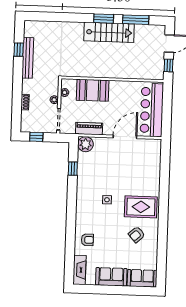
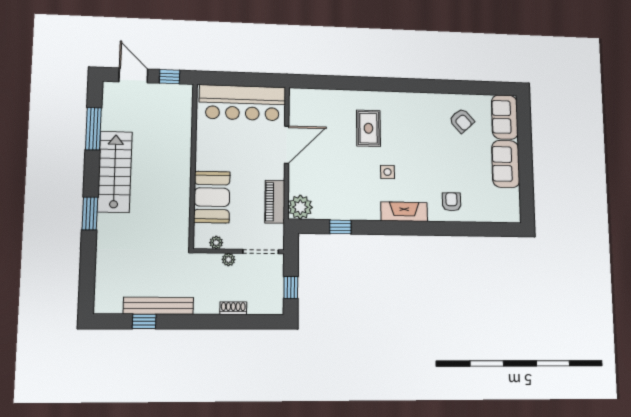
window: (104, 19) -> (90, 213), moved
door: (125, 137) -> (287, 145), swing flipped
rug: (141, 207) -> (368, 128), moved, width x0.73, depth x0.70
armchair: (137, 234) -> (462, 121), moved
fireplace: (80, 270) -> (404, 212), moved

